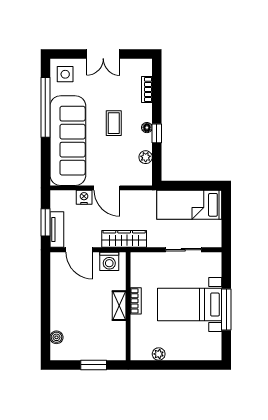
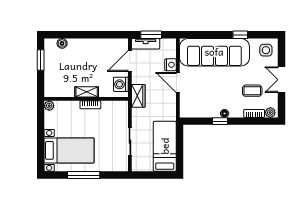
window: (45, 107) -> (240, 35), width x0.32
coffee table: (114, 123) -> (252, 91), moved
plant: (146, 157) -> (270, 112), moved
door: (107, 188) -> (178, 83), hinge flipped
wardrobe: (124, 239) -> (138, 96), width x0.67
bed with nightstands: (190, 305) -> (69, 150), moved, turned 90
plant: (159, 354) -> (49, 106), moved
window: (94, 365) -> (41, 60), moved

